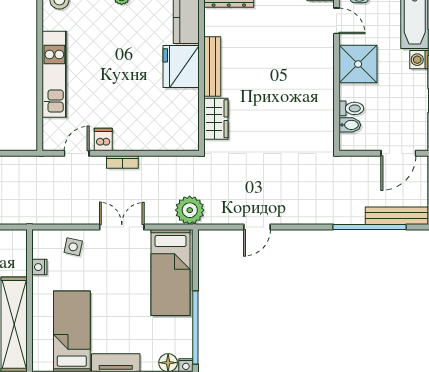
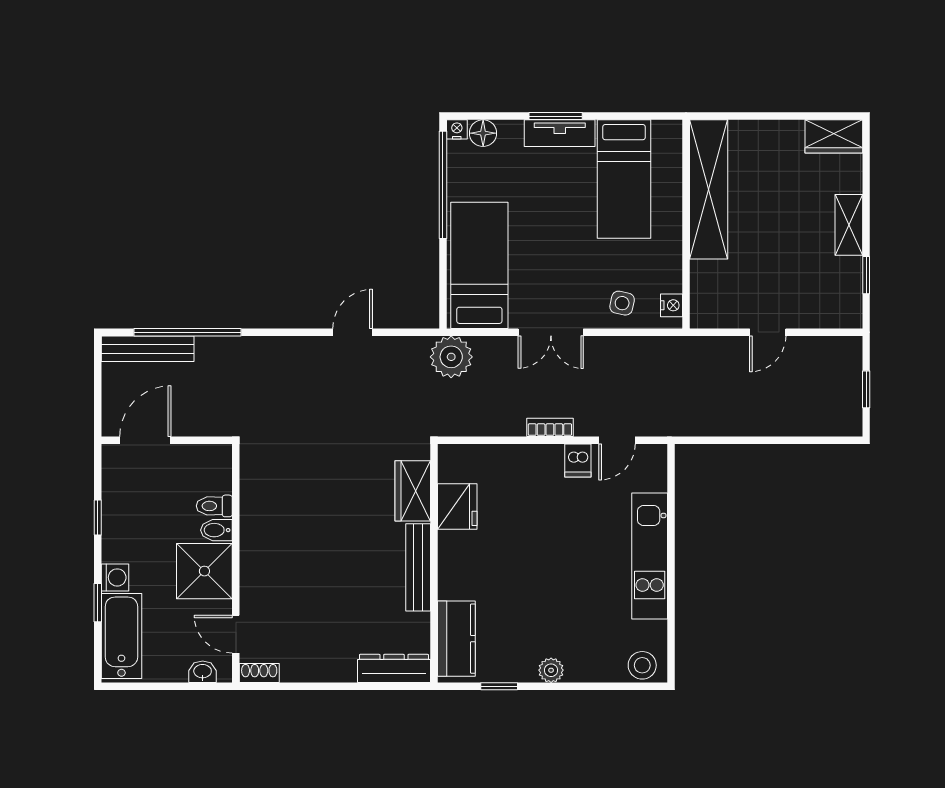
fridge: (181, 66) -> (457, 506), moved, width x0.73, depth x0.75
bidet: (350, 125) -> (216, 530), moved
nightstand: (39, 267) -> (672, 305), moved

